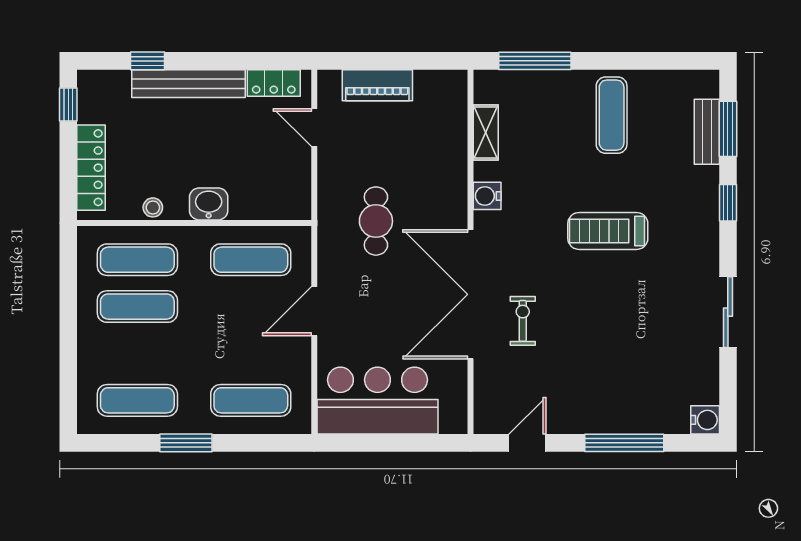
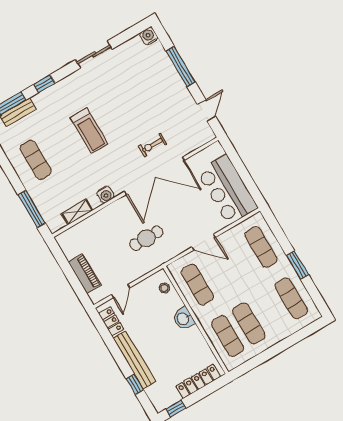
exercise mat: (612, 115) -> (36, 160), turned 90
stool: (153, 207) -> (164, 288), moved
door: (527, 443) -> (206, 110), swing flipped

